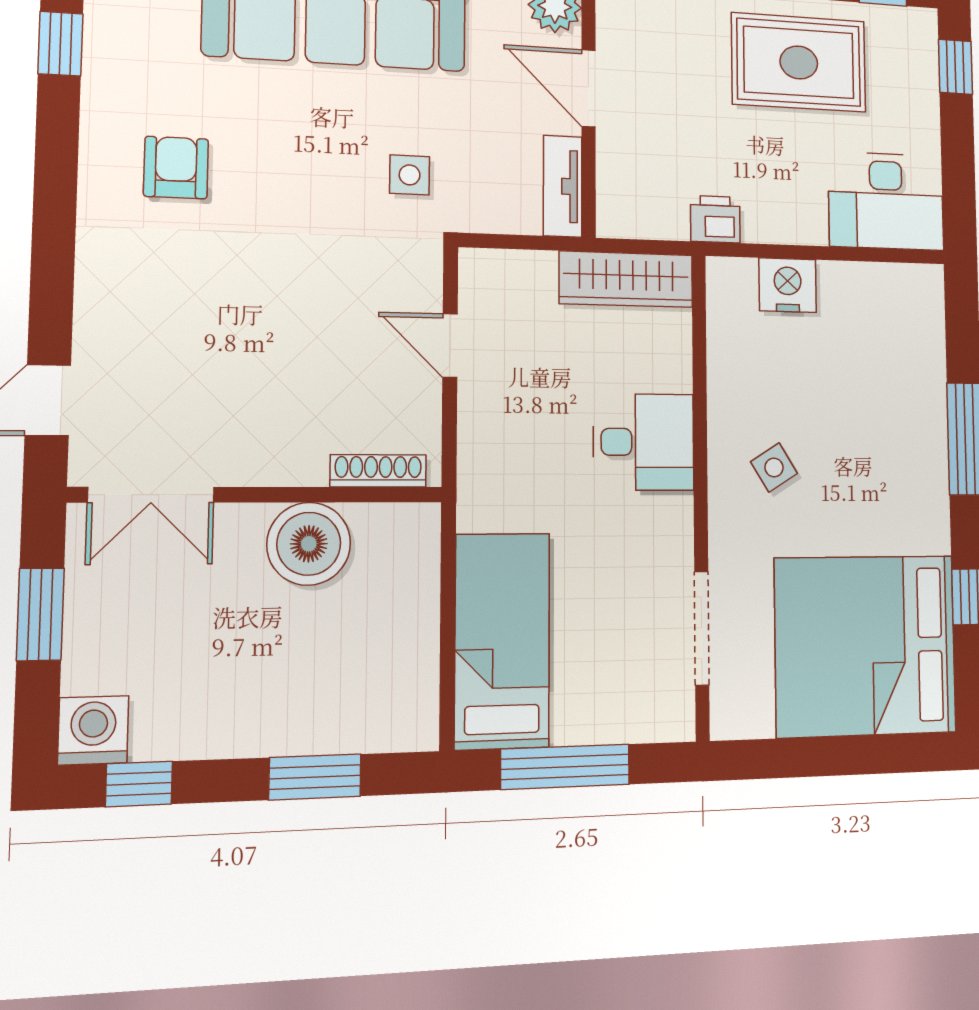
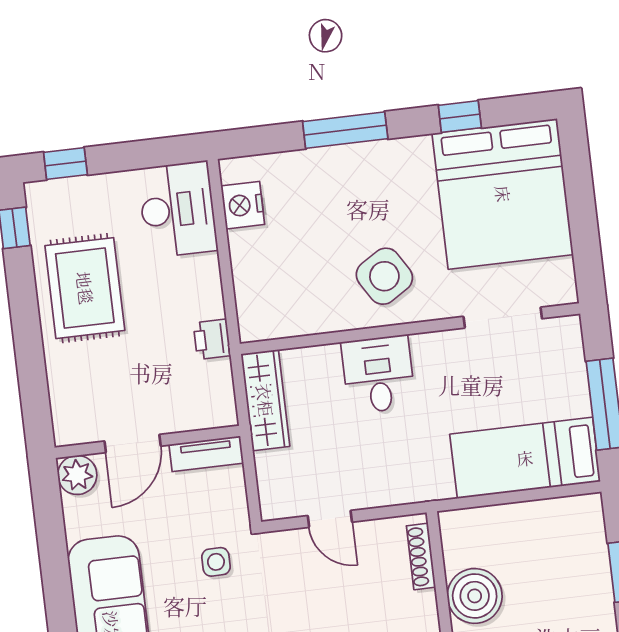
nightstand: (788, 285) -> (243, 205), moved
door: (450, 346) -> (330, 519), hinge flipped
side table: (774, 468) -> (384, 276), width x1.87, depth x1.87

